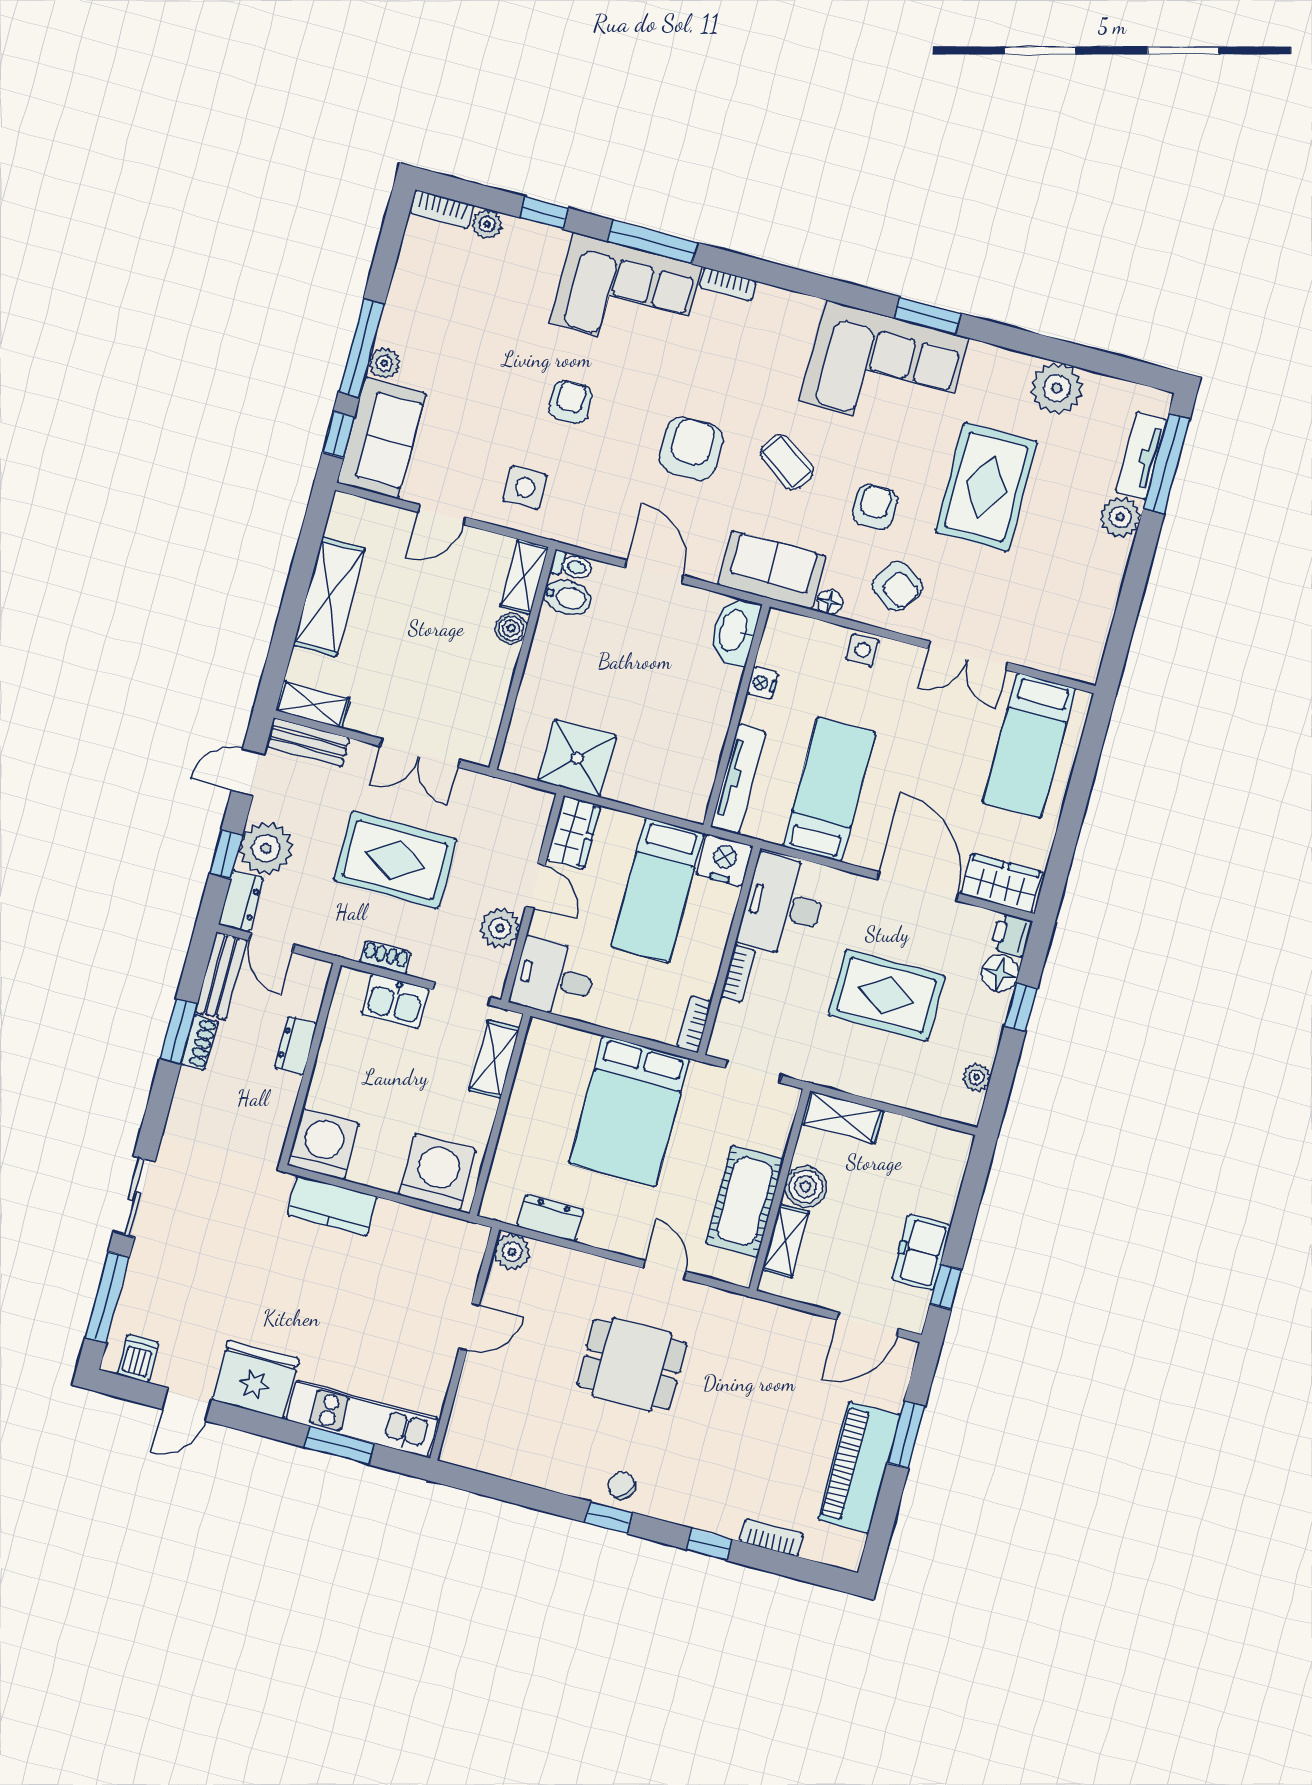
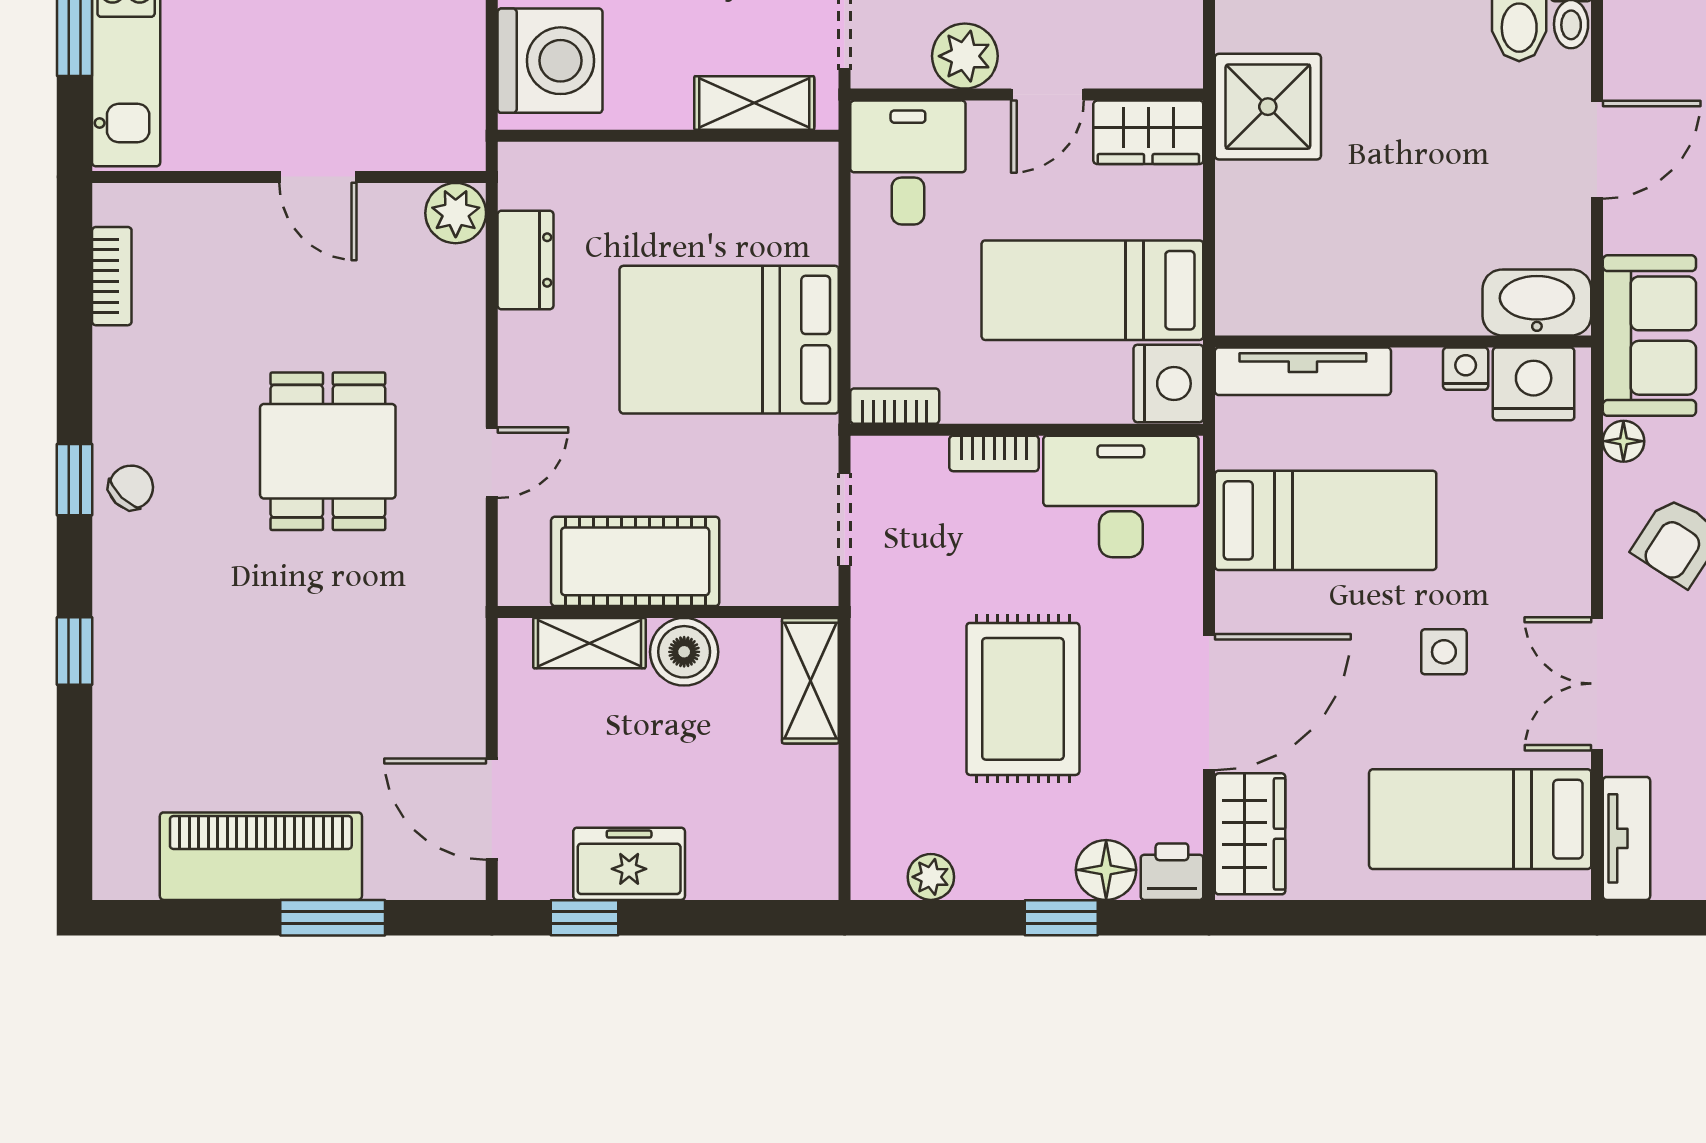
nightstand: (782, 646) -> (1534, 384), added
side table: (863, 650) -> (1444, 652), moved
tv unit: (1063, 663) -> (1626, 838), added
bookcase: (771, 1538) -> (112, 276), moved

